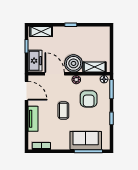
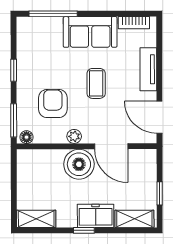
freezer: (35, 61) -> (96, 216), moved, turned 90
shelving: (95, 67) -> (36, 219), moved
sofa: (86, 141) -> (90, 32), moved

